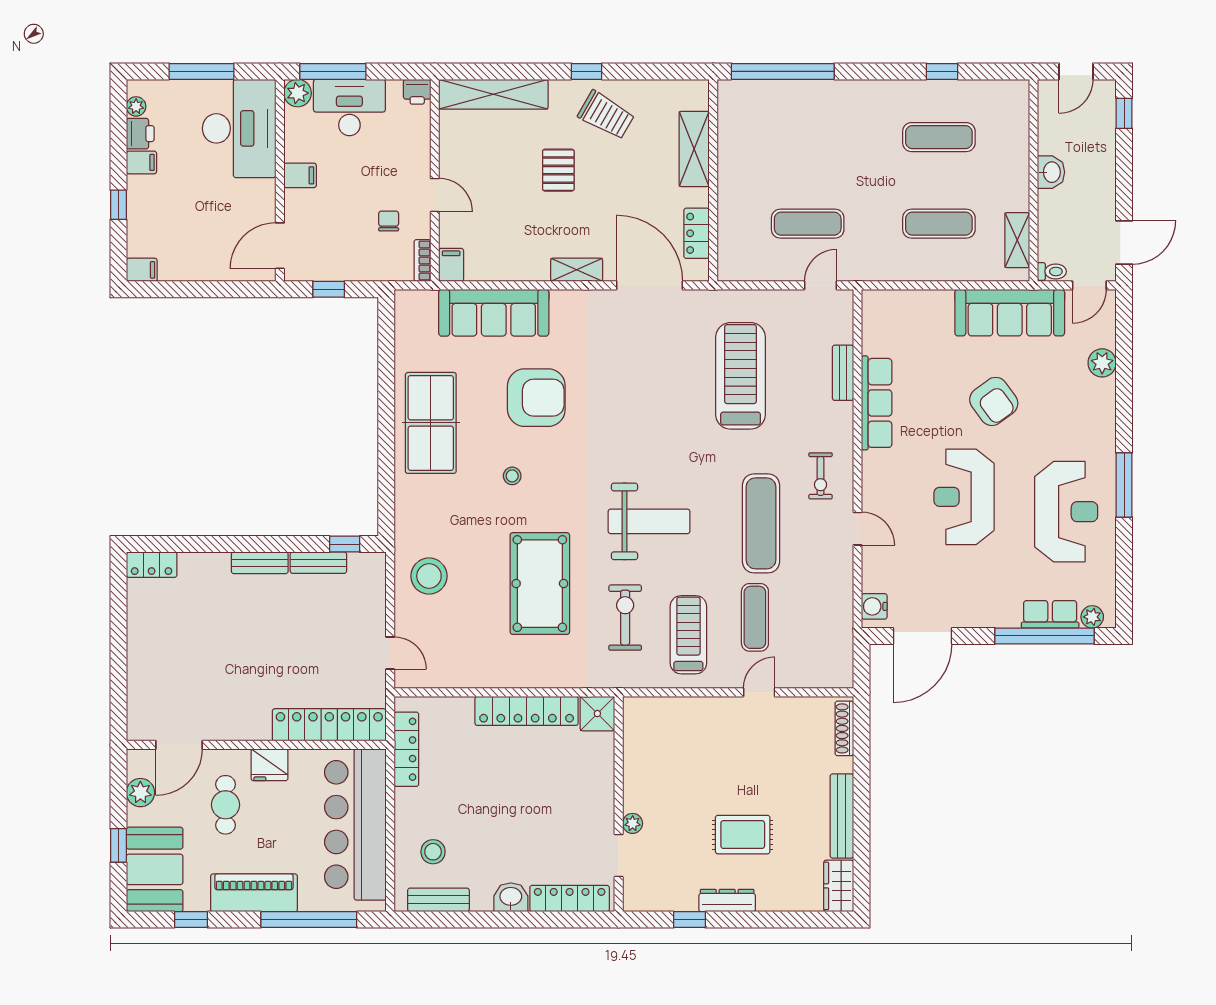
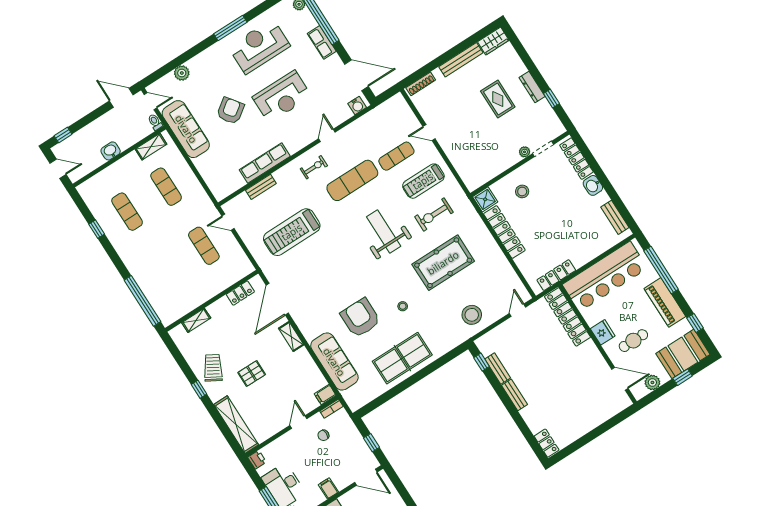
shelving: (694, 149) -> (196, 320), width x0.67, depth x0.75
row of seats: (1050, 614) -> (322, 42), moved
stool: (433, 852) -> (522, 191), moved

